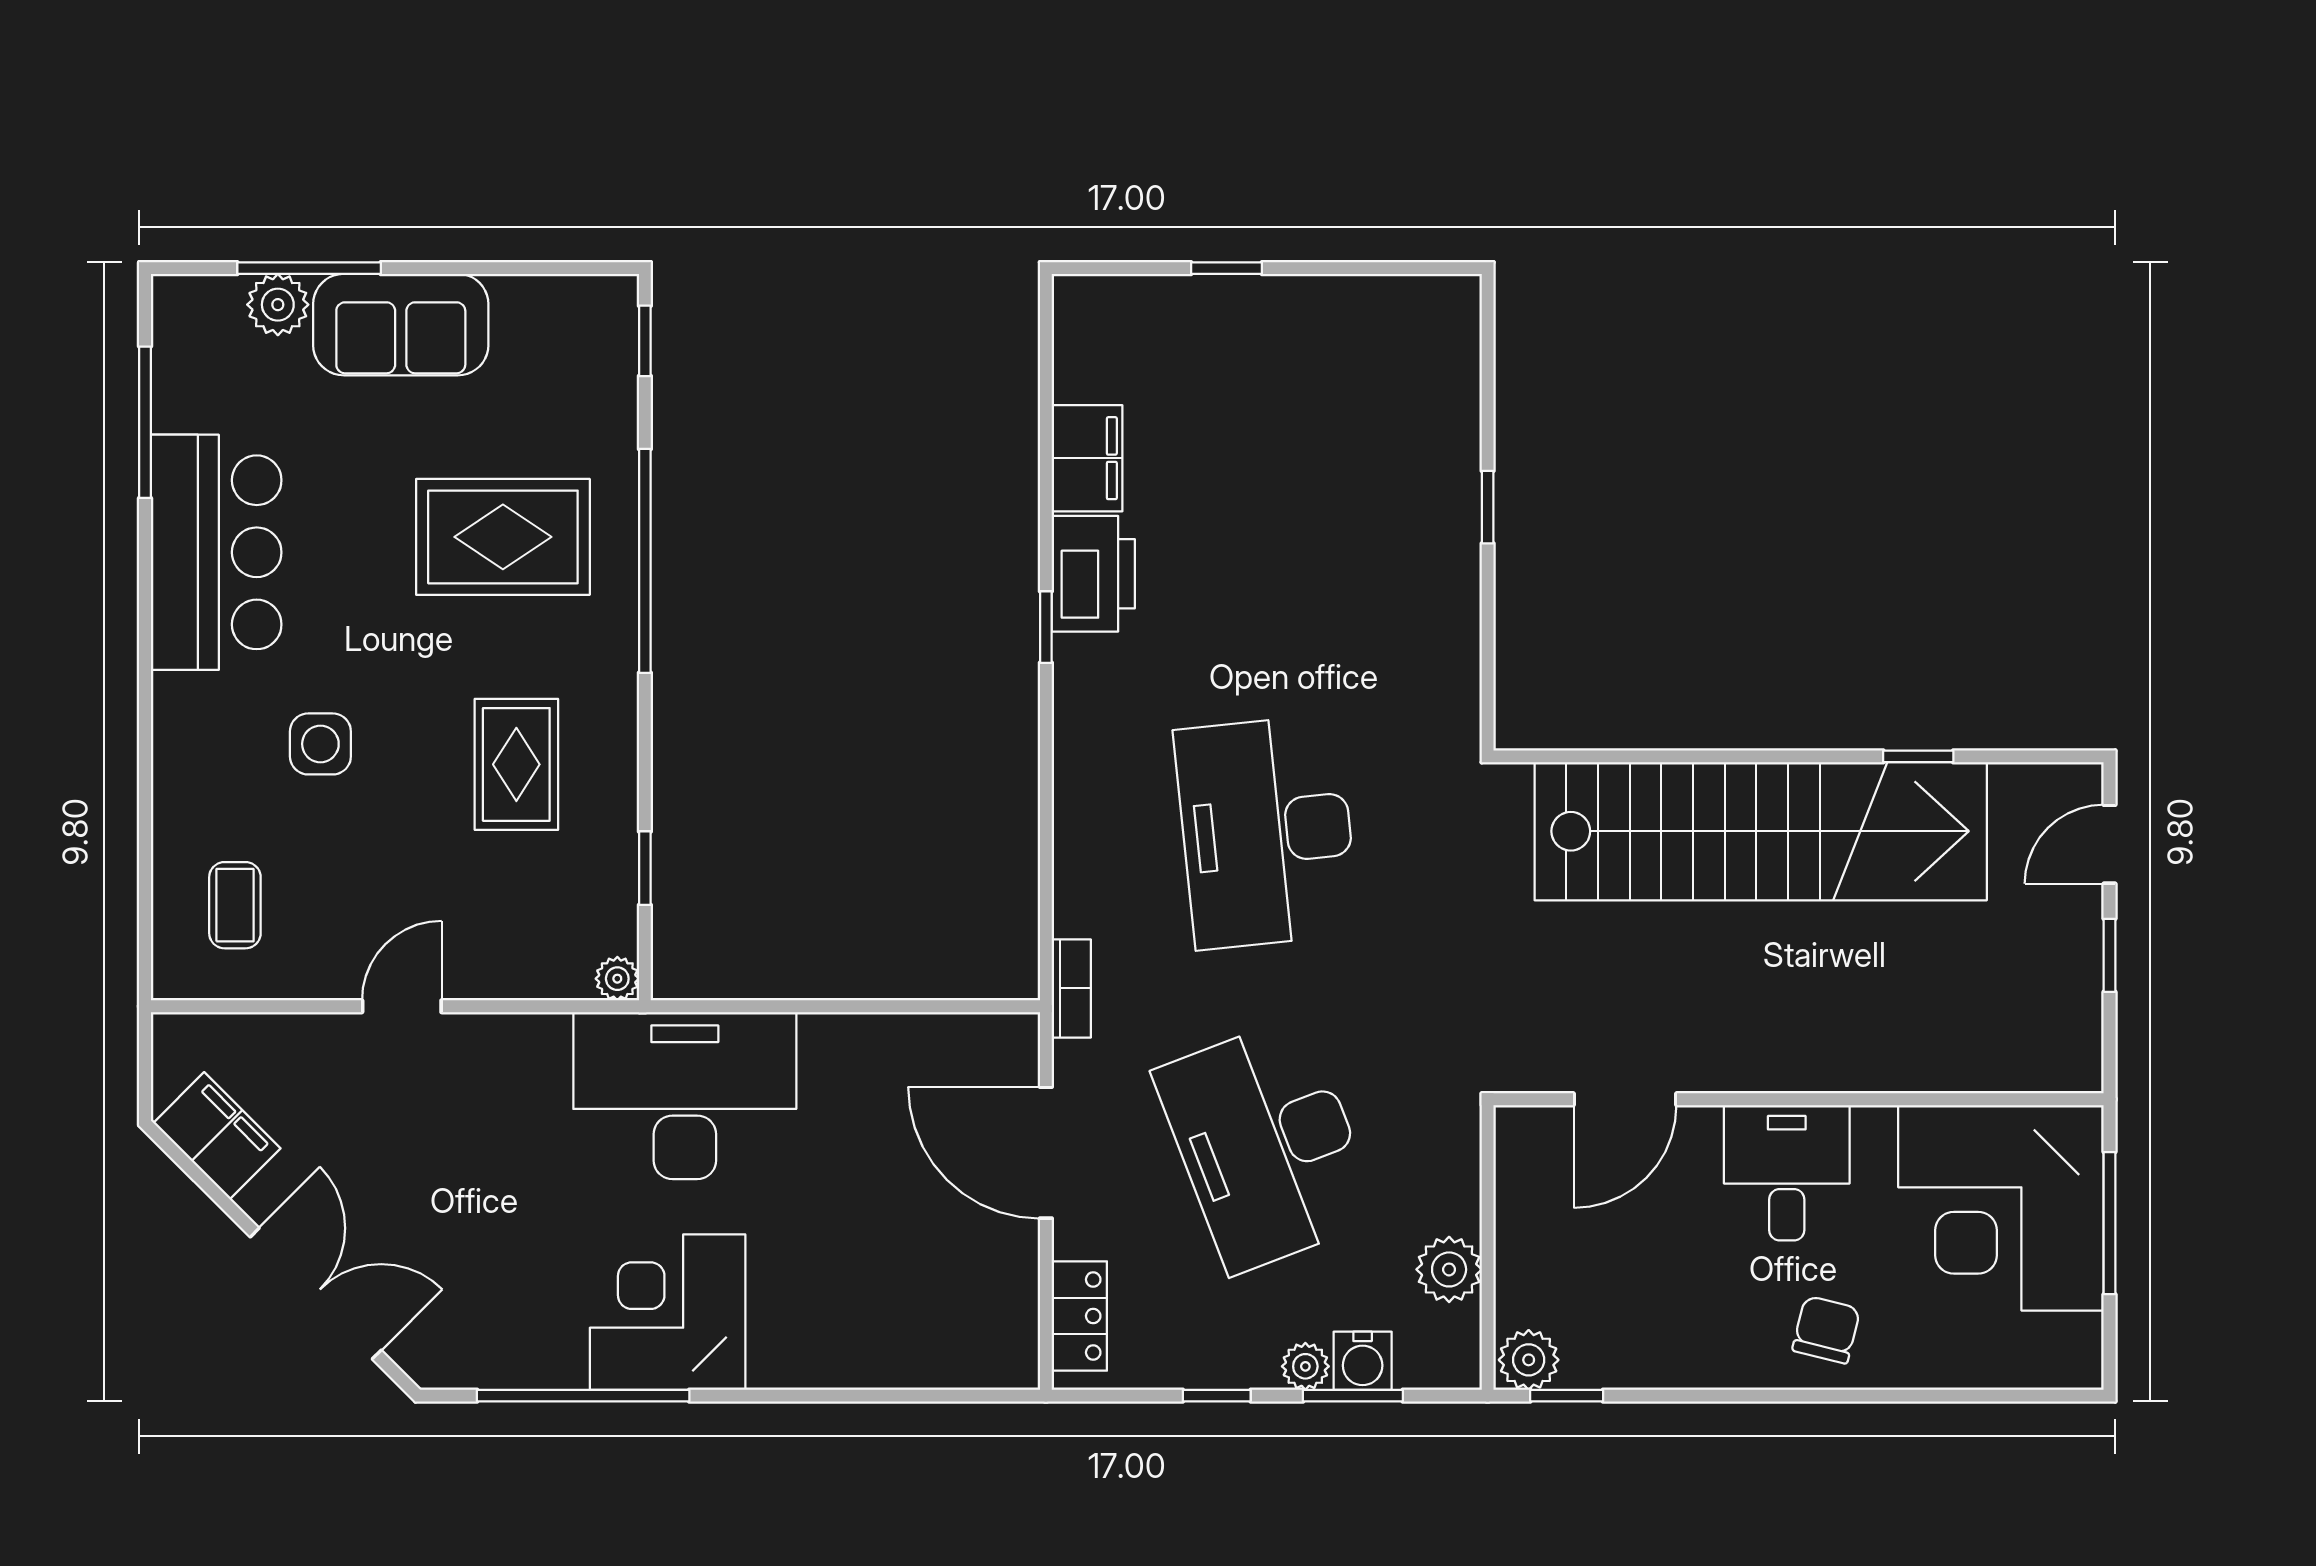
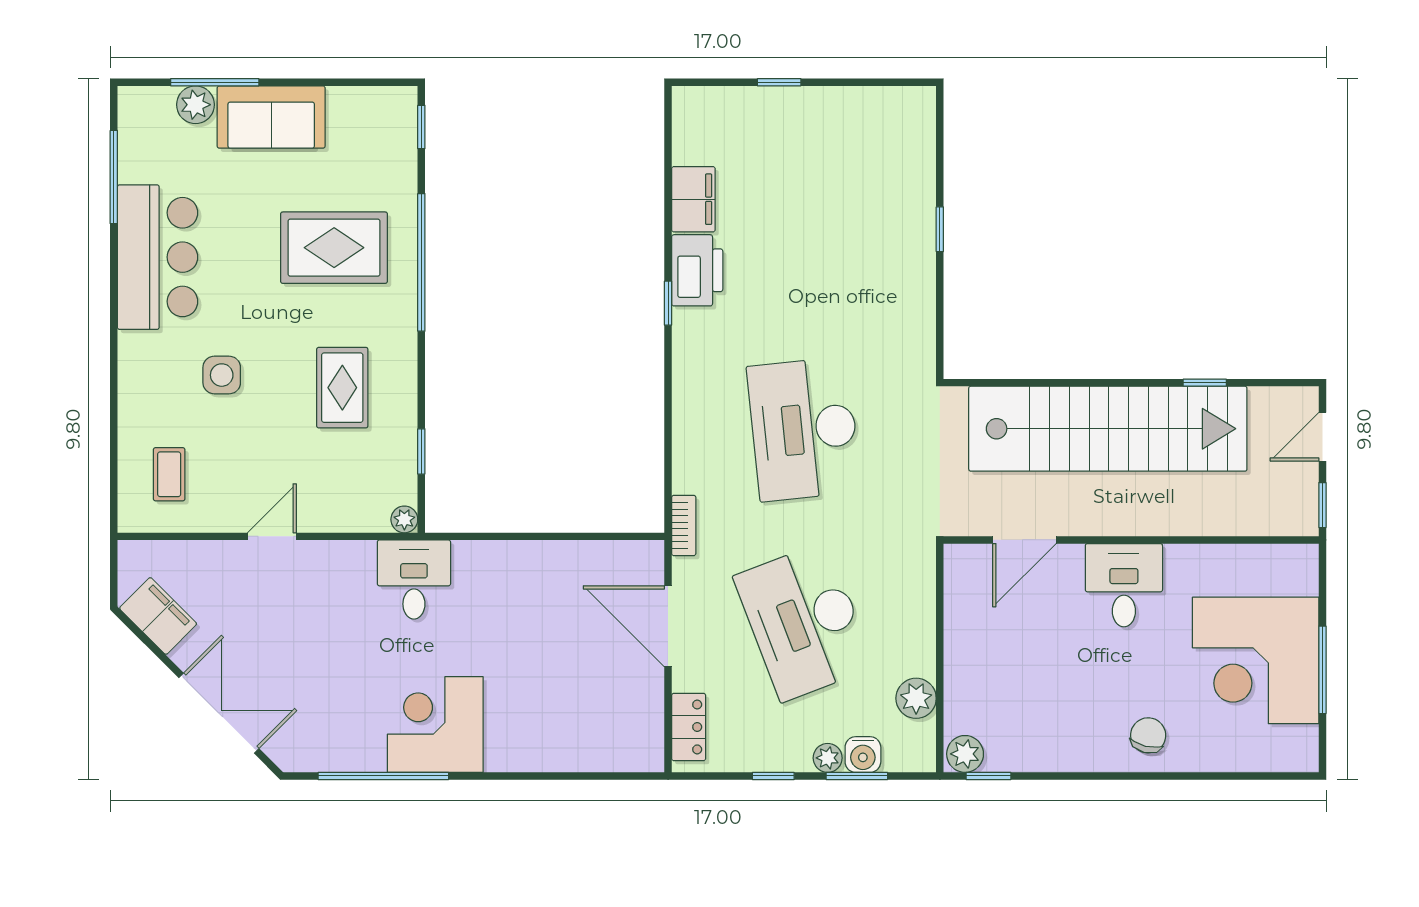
desk: (685, 1096) -> (414, 579), width x0.53, depth x0.77
door: (1625, 1099) -> (1024, 540), moved
wall: (1799, 1099) -> (1131, 540), moved
desk: (1787, 1173) -> (1124, 585), moved

